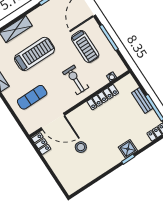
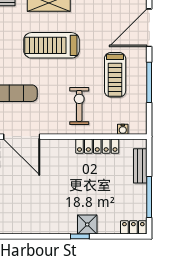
treadmill: (35, 54) -> (51, 45), turned 180
bench: (142, 100) -> (140, 166), moved
stool: (81, 147) -> (35, 187), removed

